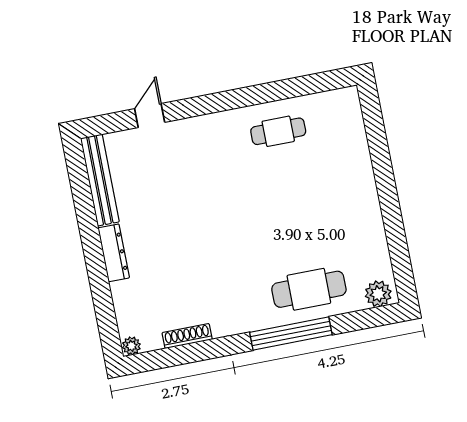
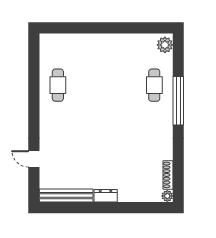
dresser: (114, 253) -> (106, 196), width x0.70
cafe table: (309, 289) -> (154, 85), width x0.73, depth x0.74
shoe rack: (187, 336) -> (168, 175), moved

